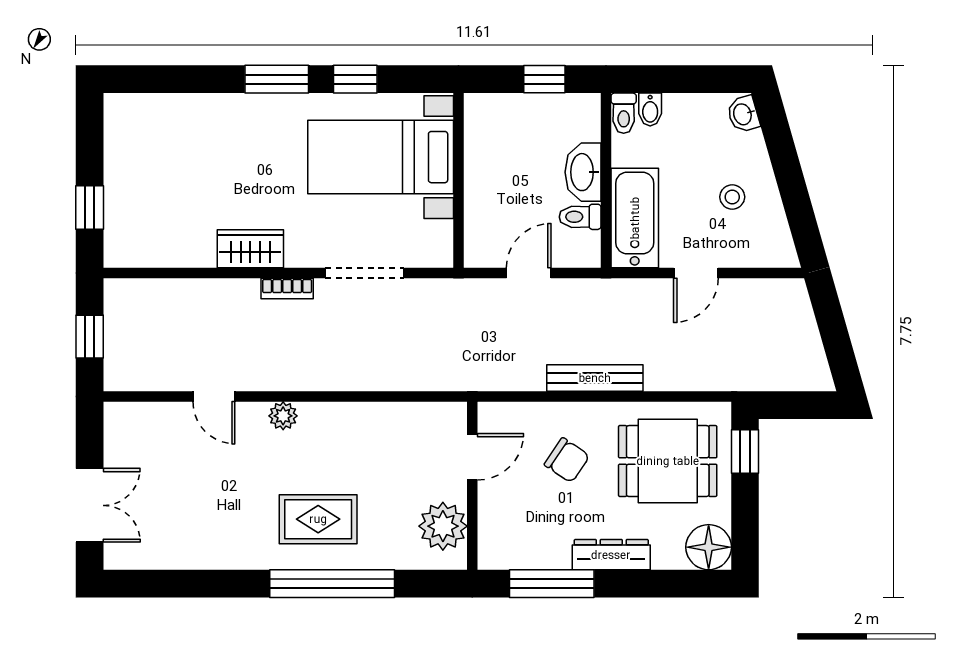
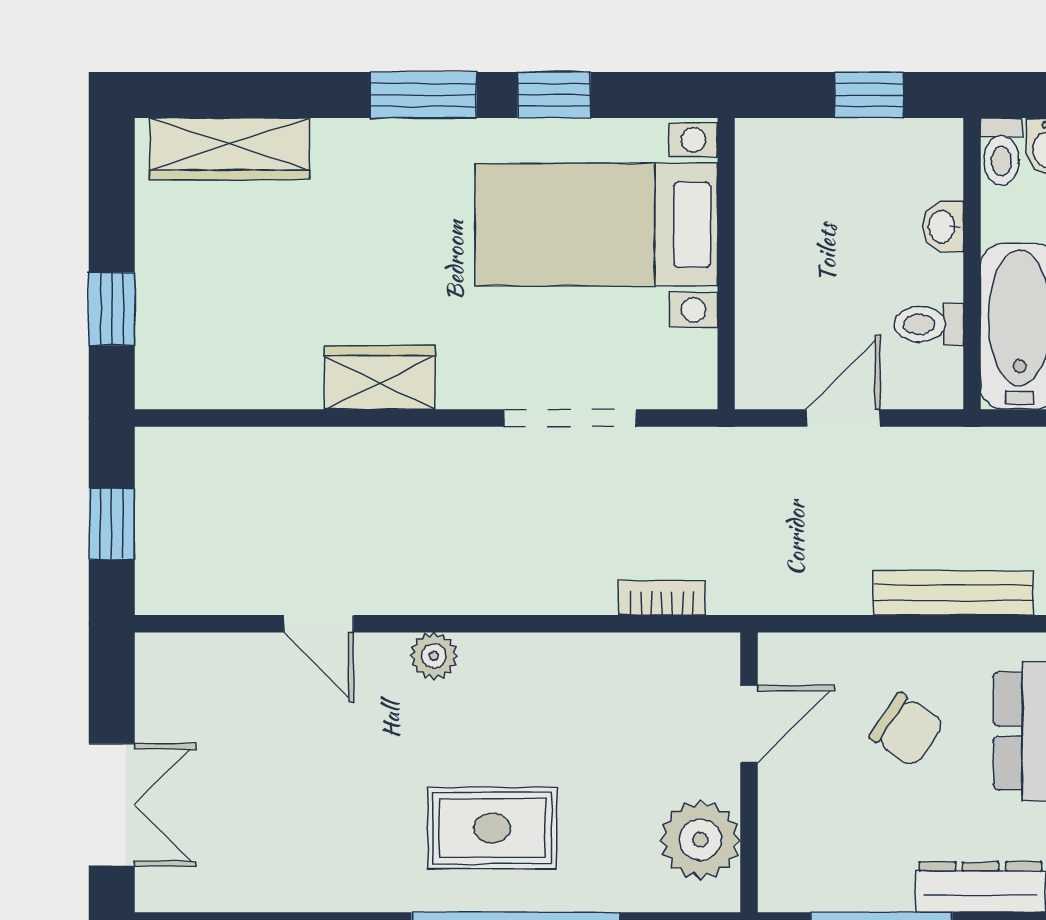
wardrobe: (160, 111) -> (230, 149), added
washbasin: (583, 172) -> (943, 227), width x0.52, depth x0.69
bookcase: (287, 289) -> (662, 598), moved, turned 180

